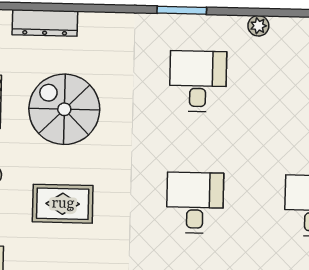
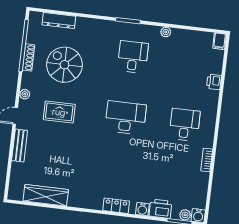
desk: (195, 203) -> (126, 118), width x1.37

